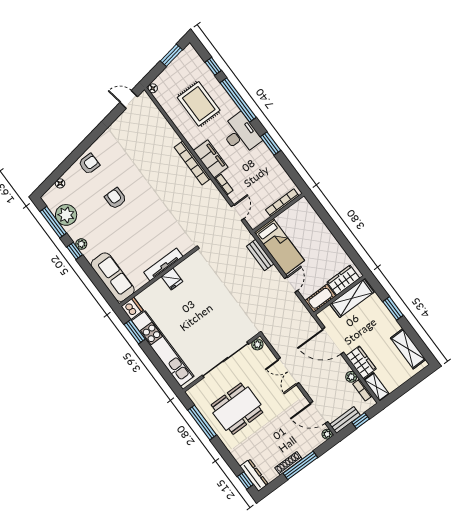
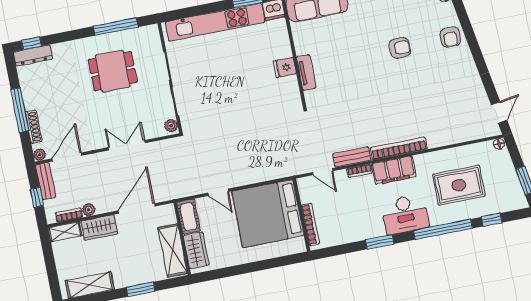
bed: (279, 247) -> (268, 213), width x2.04
bench: (260, 255) -> (352, 157), moved
tv unit: (163, 264) -> (306, 72), width x0.71
dining table: (237, 409) -> (113, 71), width x0.73
shoe rack: (288, 463) -> (34, 127), moved

